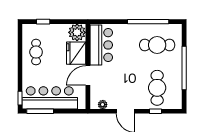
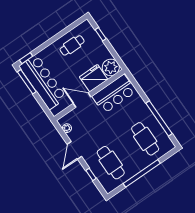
cafe table: (157, 88) -> (111, 163), turned 90

